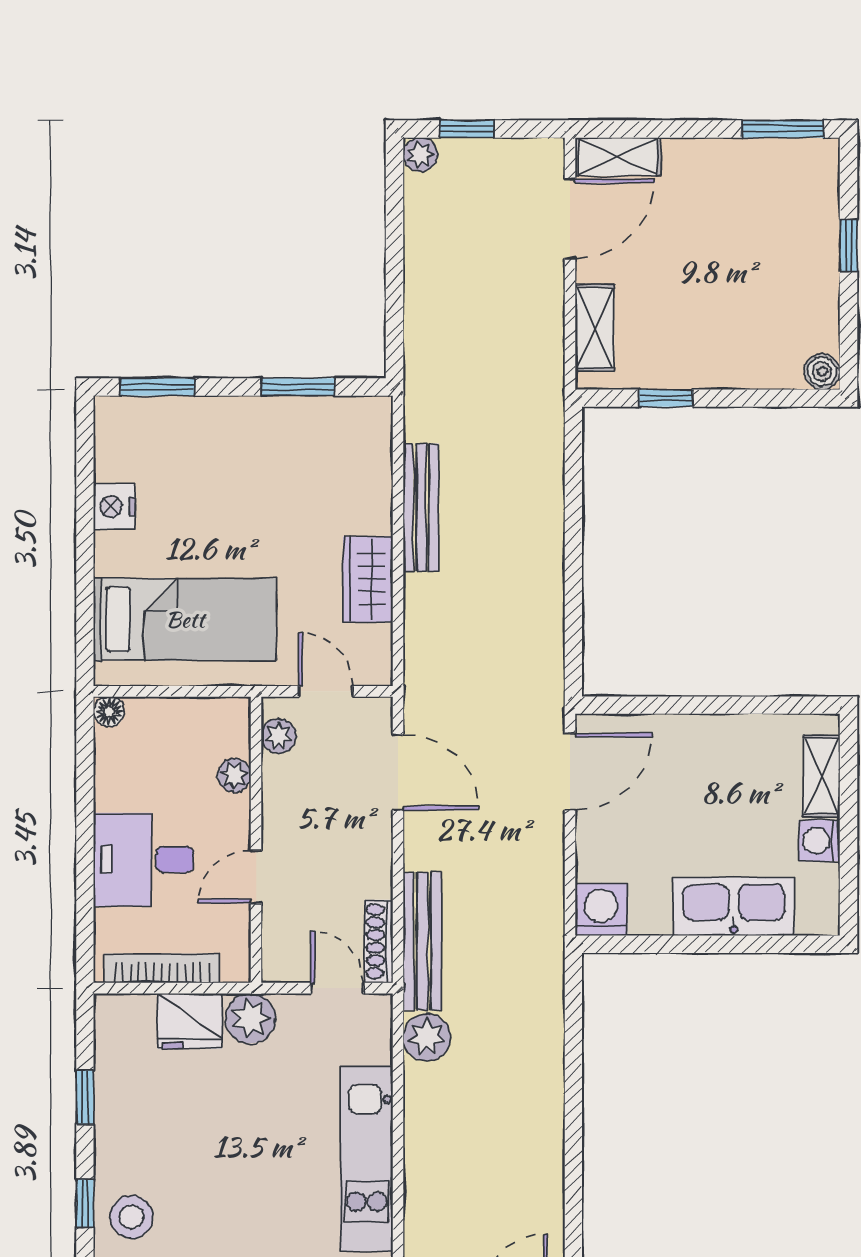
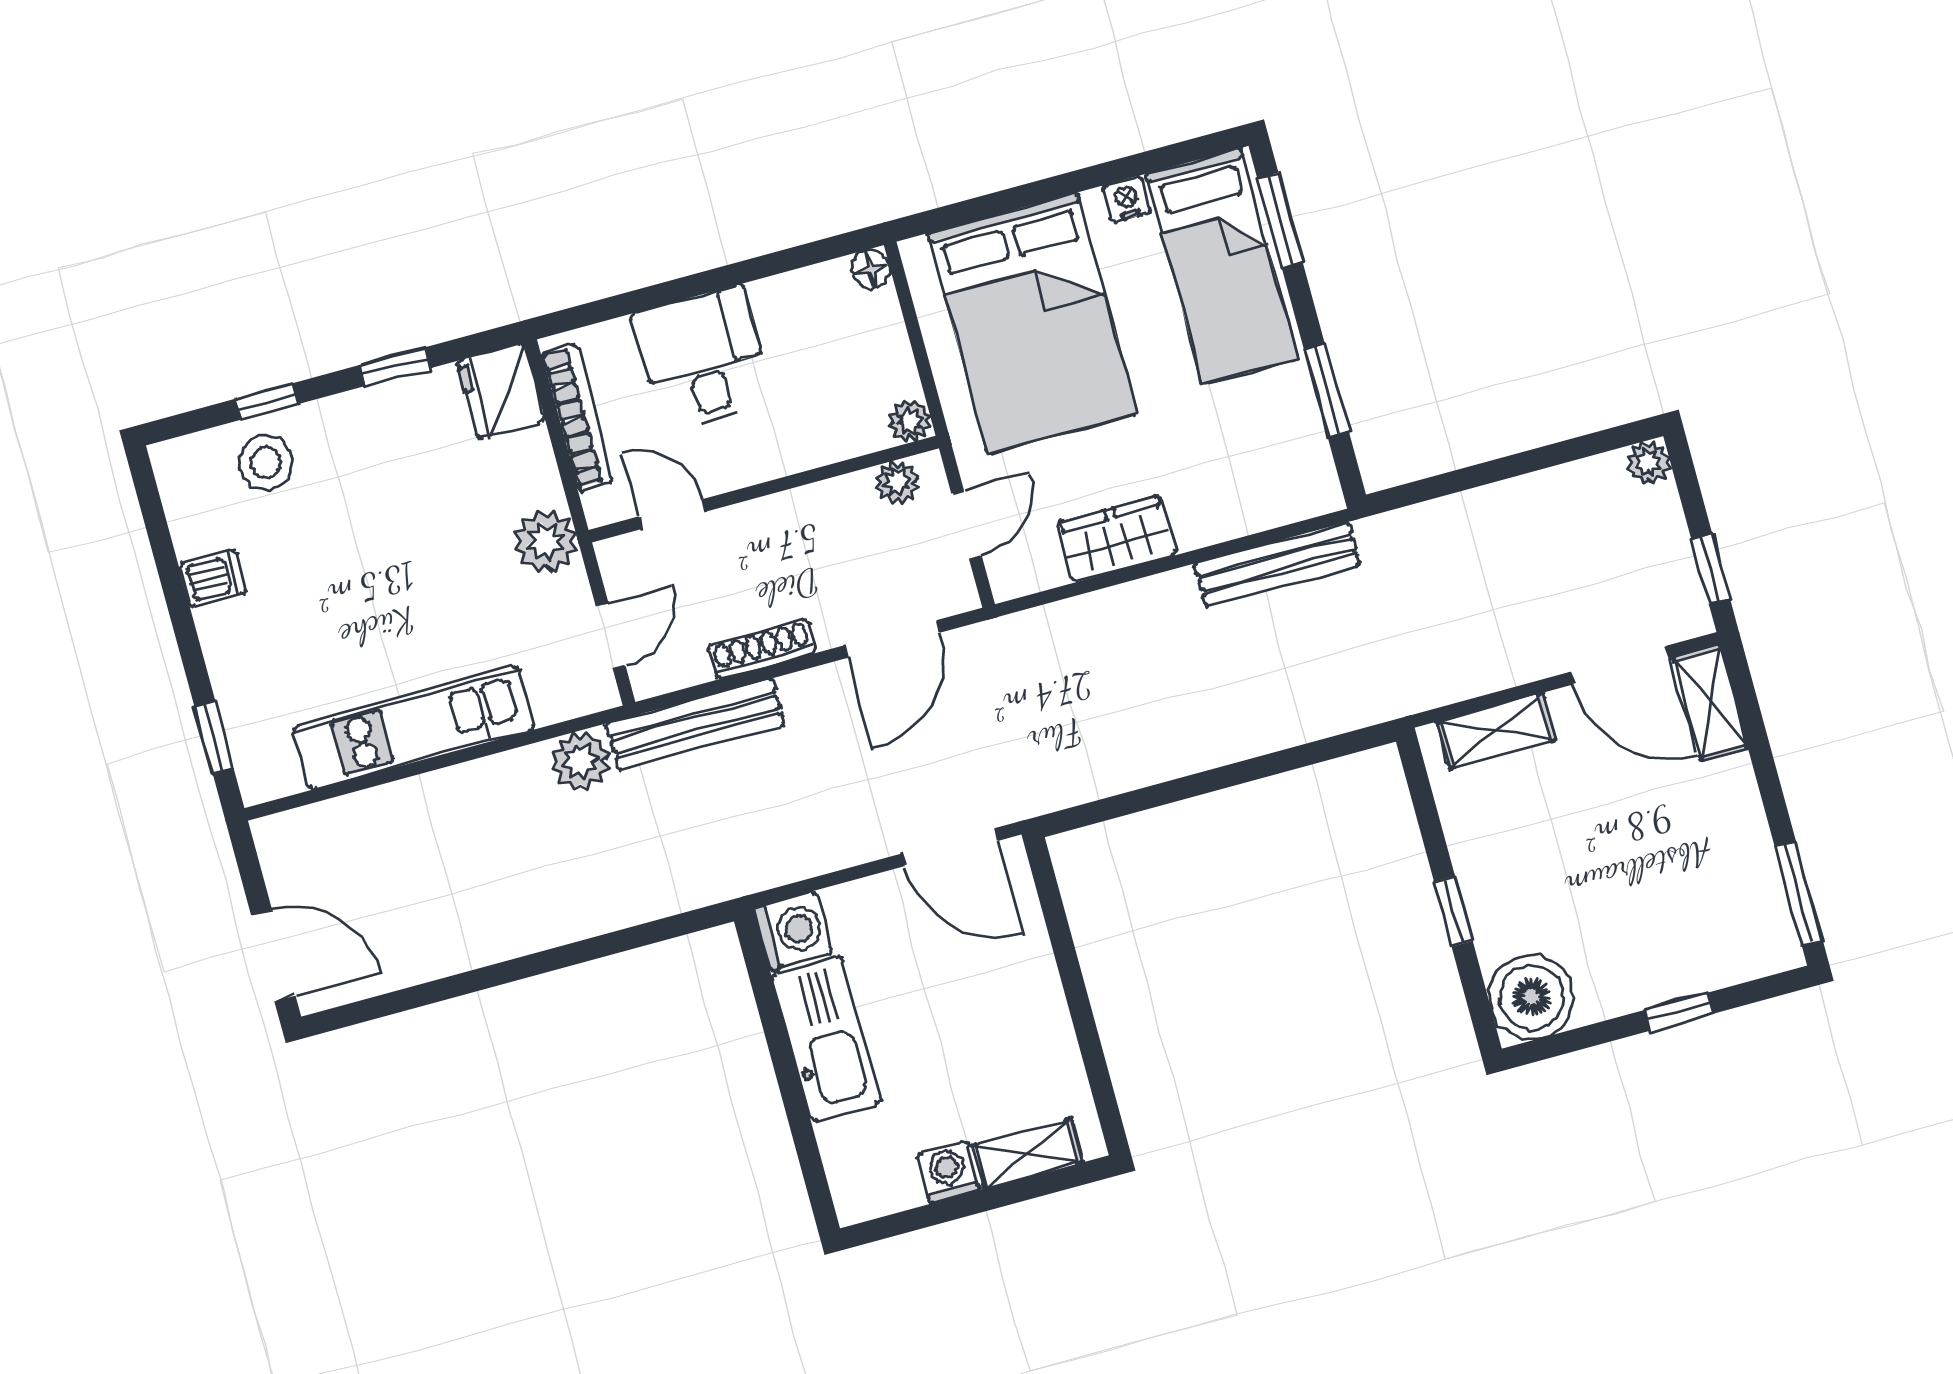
window: (467, 129) -> (1711, 569), moved
boiler: (822, 372) -> (1531, 997), width x1.86, depth x1.86
window: (666, 398) -> (1453, 911), moved
bed: (180, 441) -> (1222, 266), added
nightstand: (114, 507) -> (1127, 199), width x0.72, depth x0.74
bench: (421, 507) -> (1277, 564), moved
bed: (185, 619) -> (1033, 323), width x1.50
plant: (234, 775) -> (910, 421), moved
door: (256, 877) -> (672, 514), moved
kitchen sink: (734, 906) -> (826, 1039), moved
shoe rack: (379, 941) -> (762, 649), moved
fridge: (190, 1021) -> (501, 391), moved

